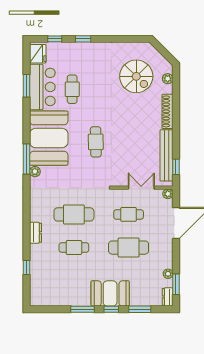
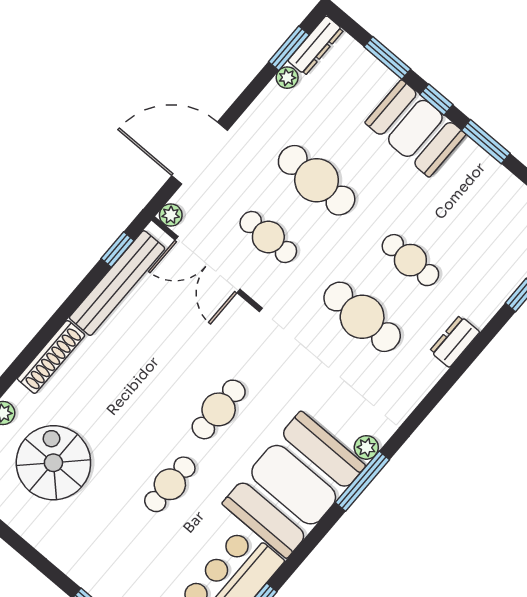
cafe table: (72, 89) -> (170, 484), moved
double door: (141, 188) -> (207, 265), width x1.37
dresser: (168, 297) -> (316, 45), width x1.44

